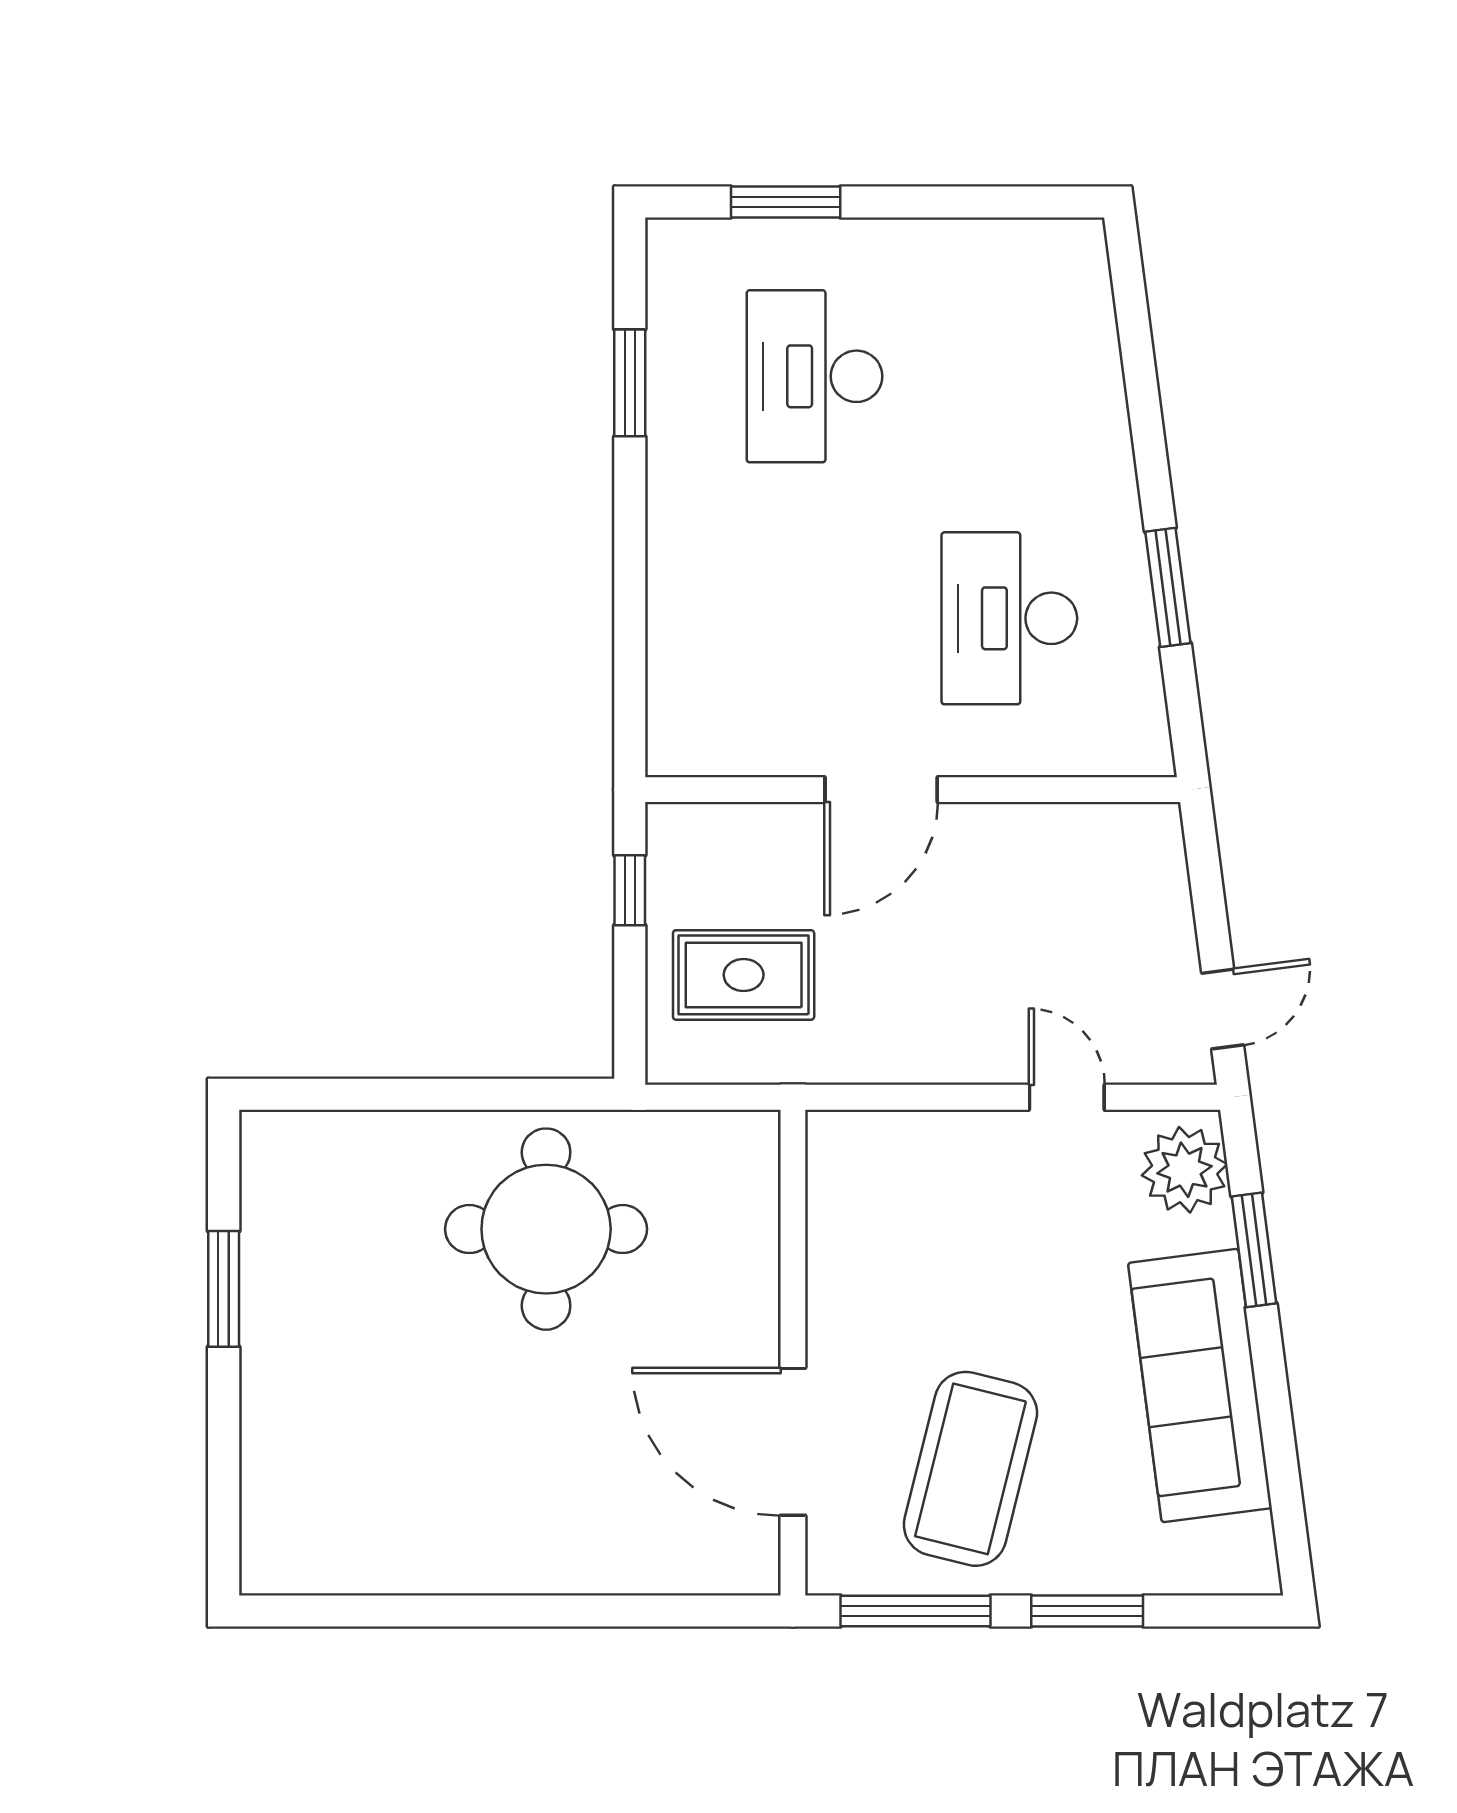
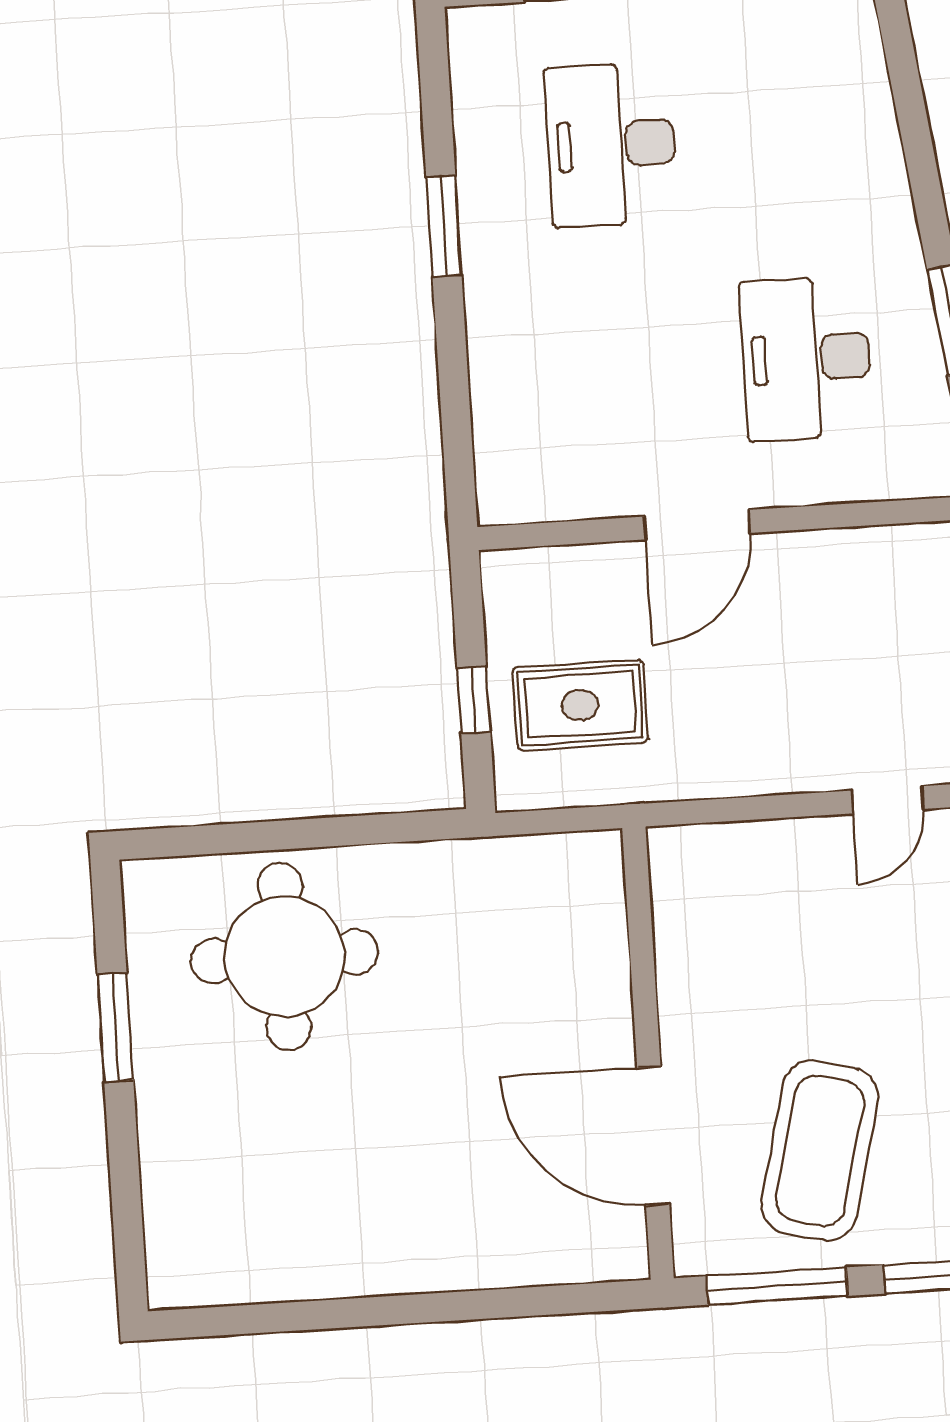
window: (630, 383) -> (444, 226), moved
window: (630, 890) -> (474, 700), moved
door: (1067, 1097) -> (888, 800), swing flipped
round table: (546, 1229) -> (284, 956), moved

